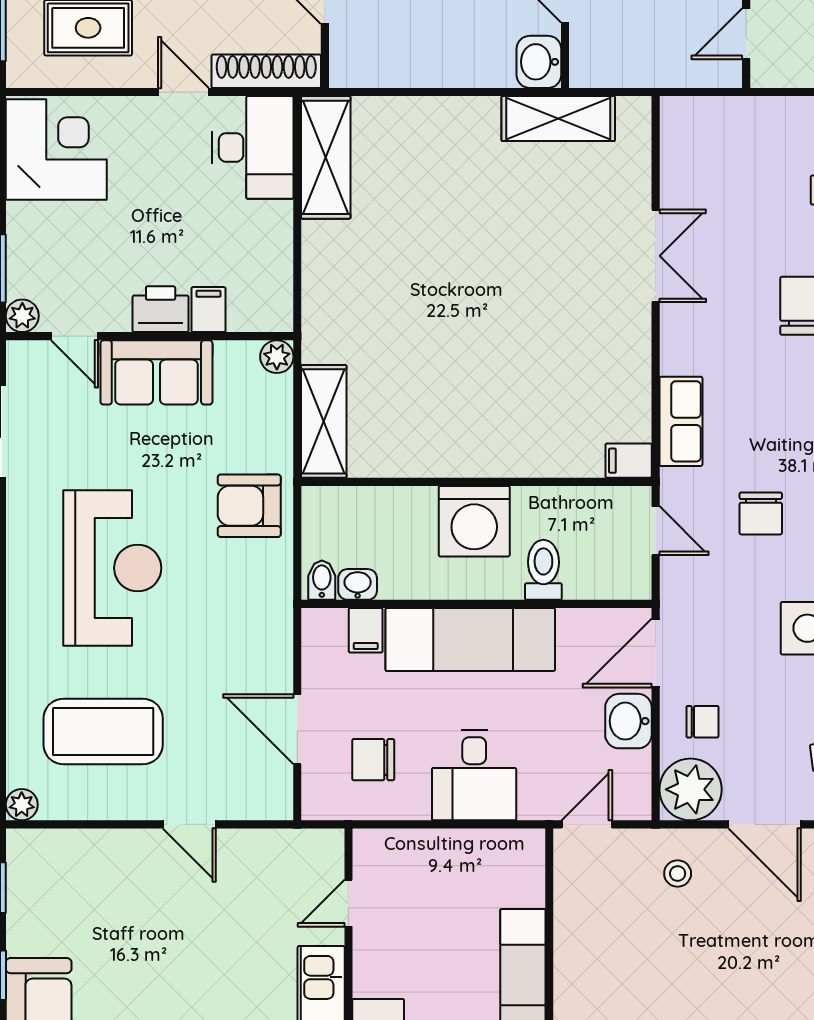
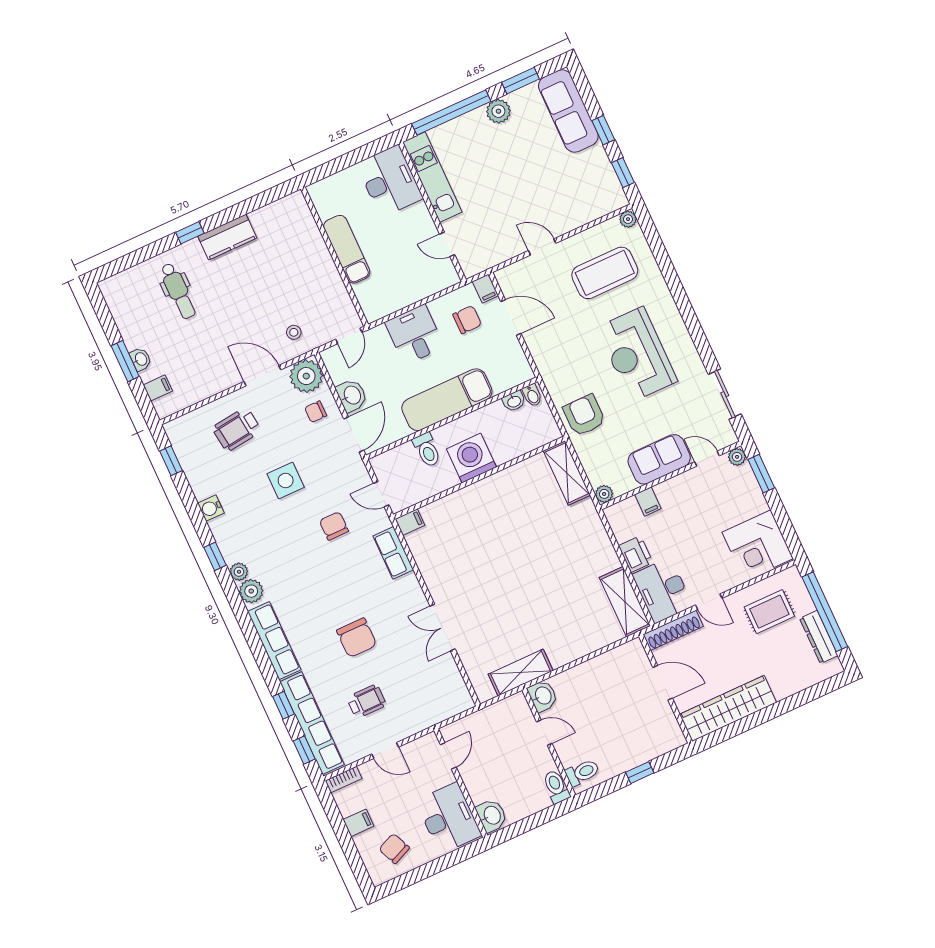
printer: (161, 309) -> (636, 554), moved, turned -90
armchair: (249, 506) -> (584, 415), turned -90
filing cabinet: (366, 630) -> (485, 289), moved, turned 180
door: (348, 903) -> (447, 244), swing flipped

